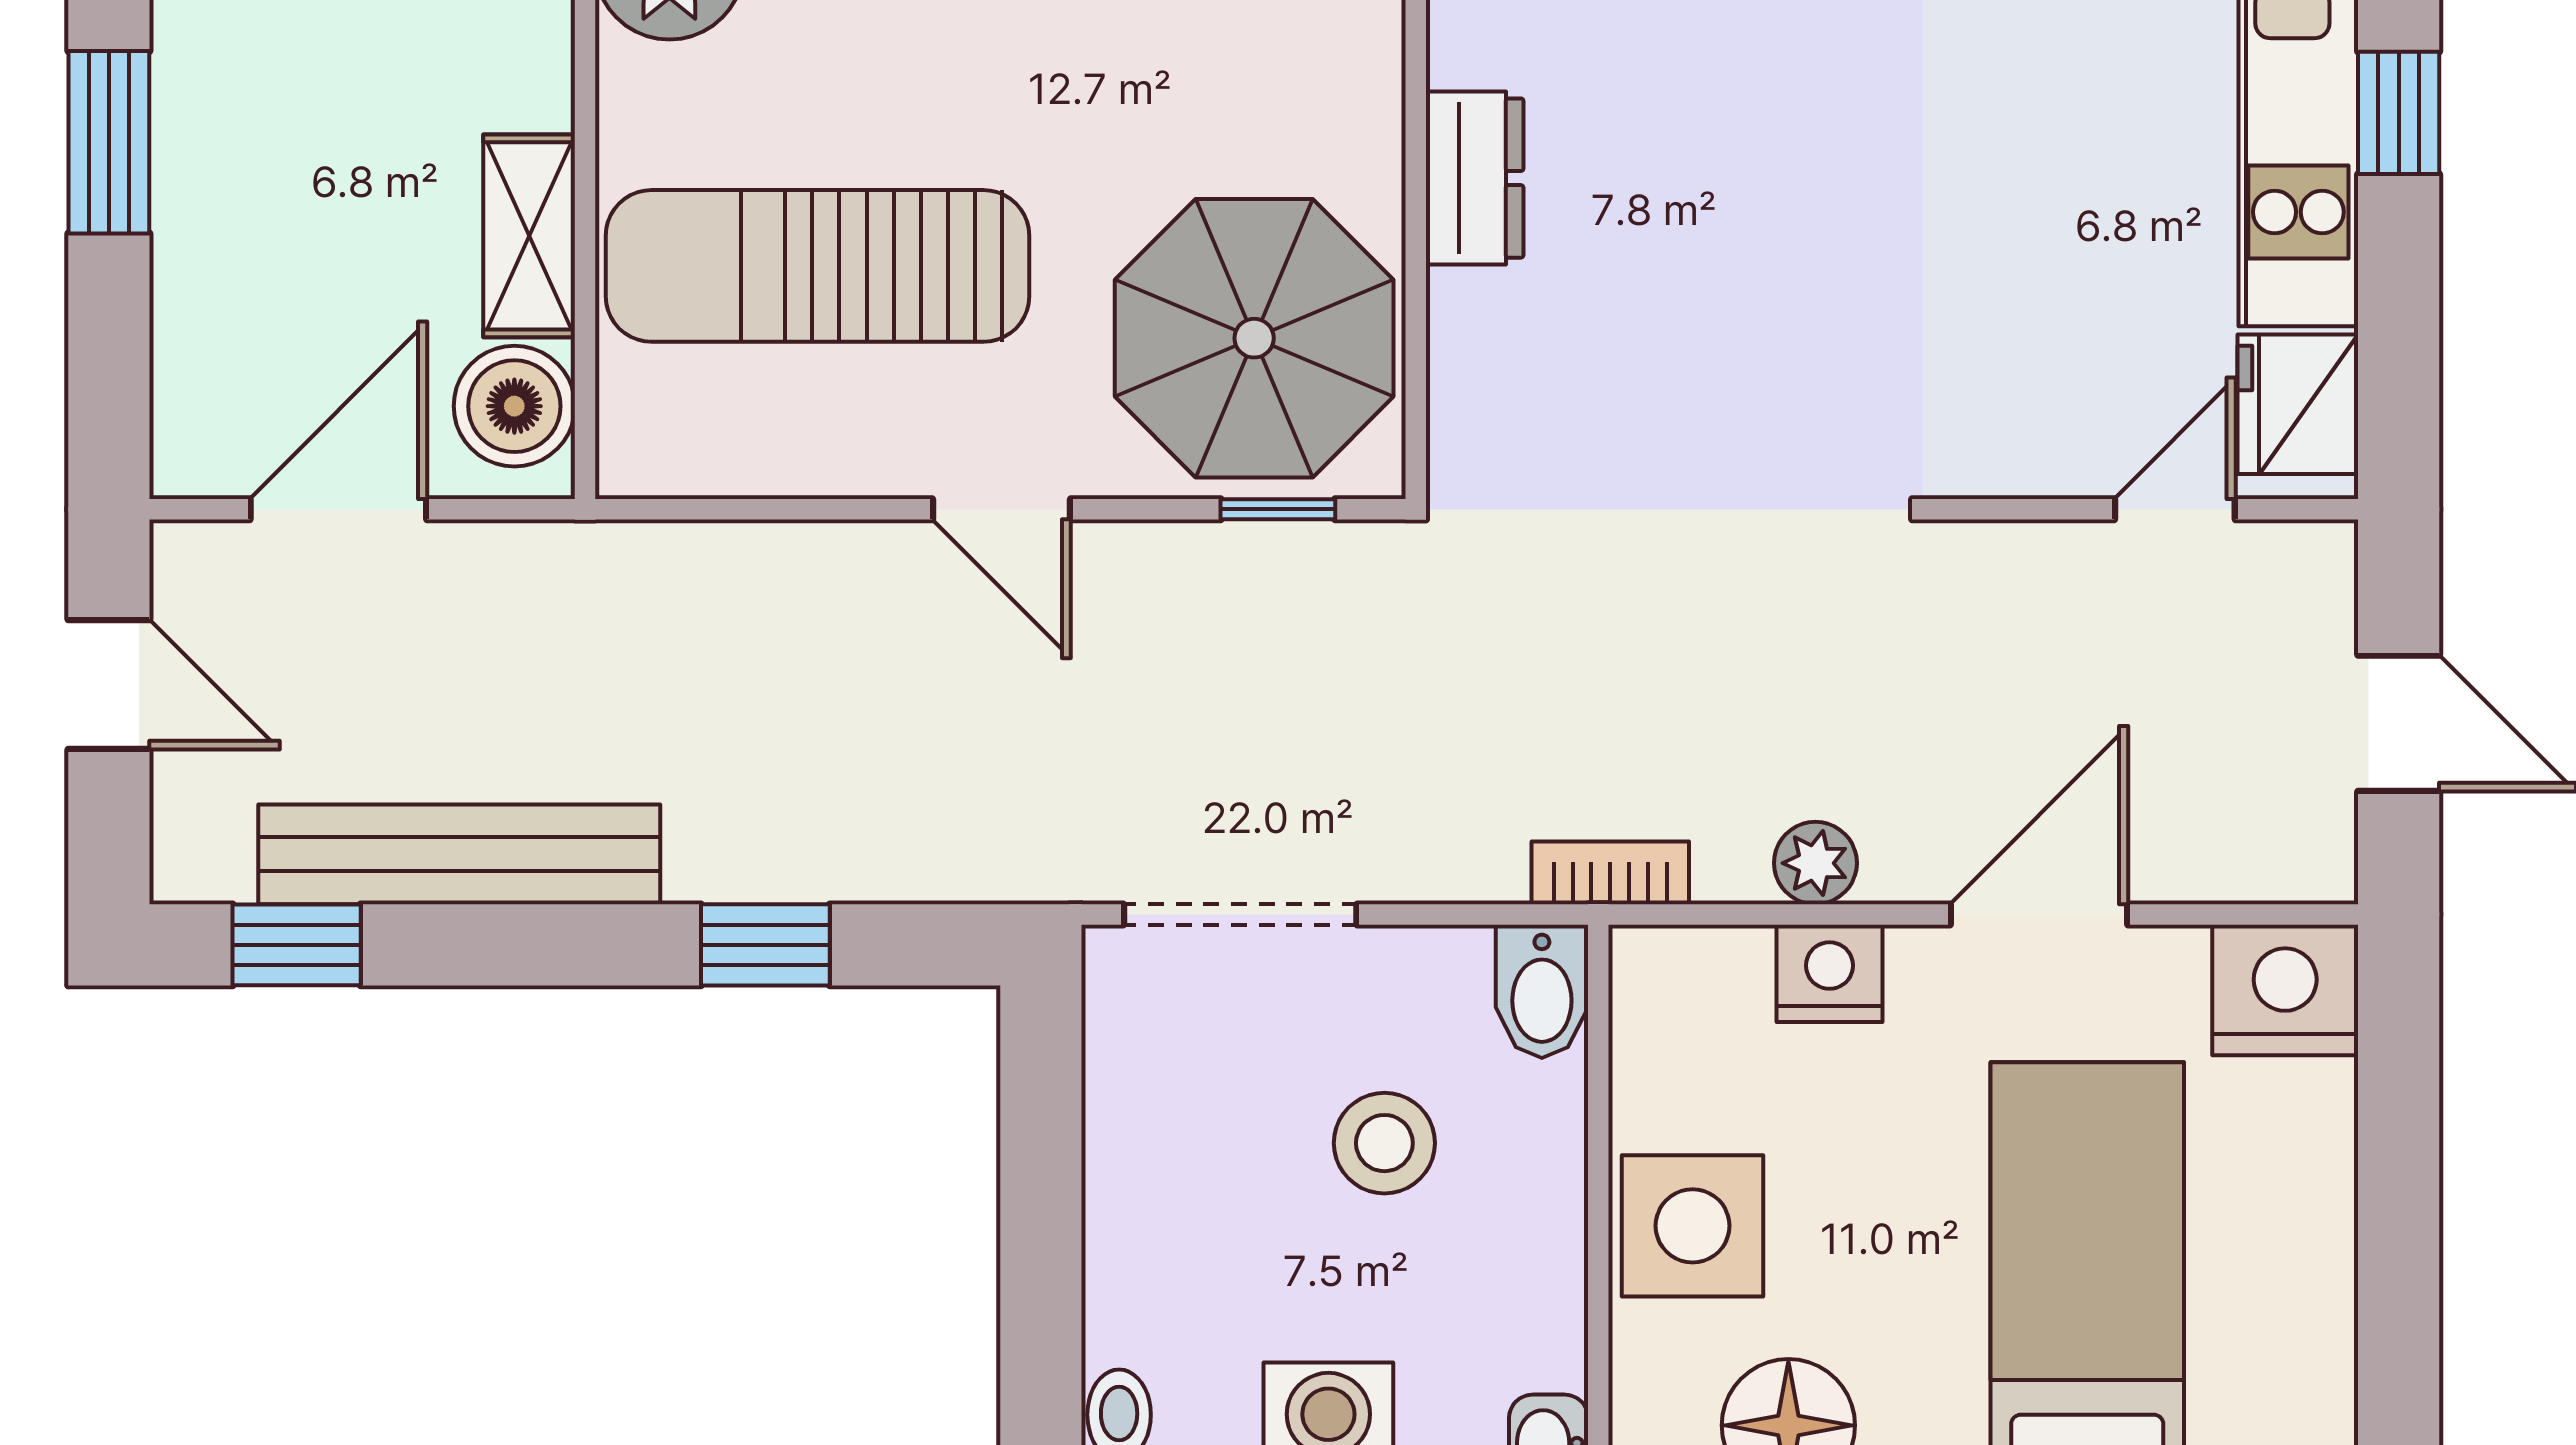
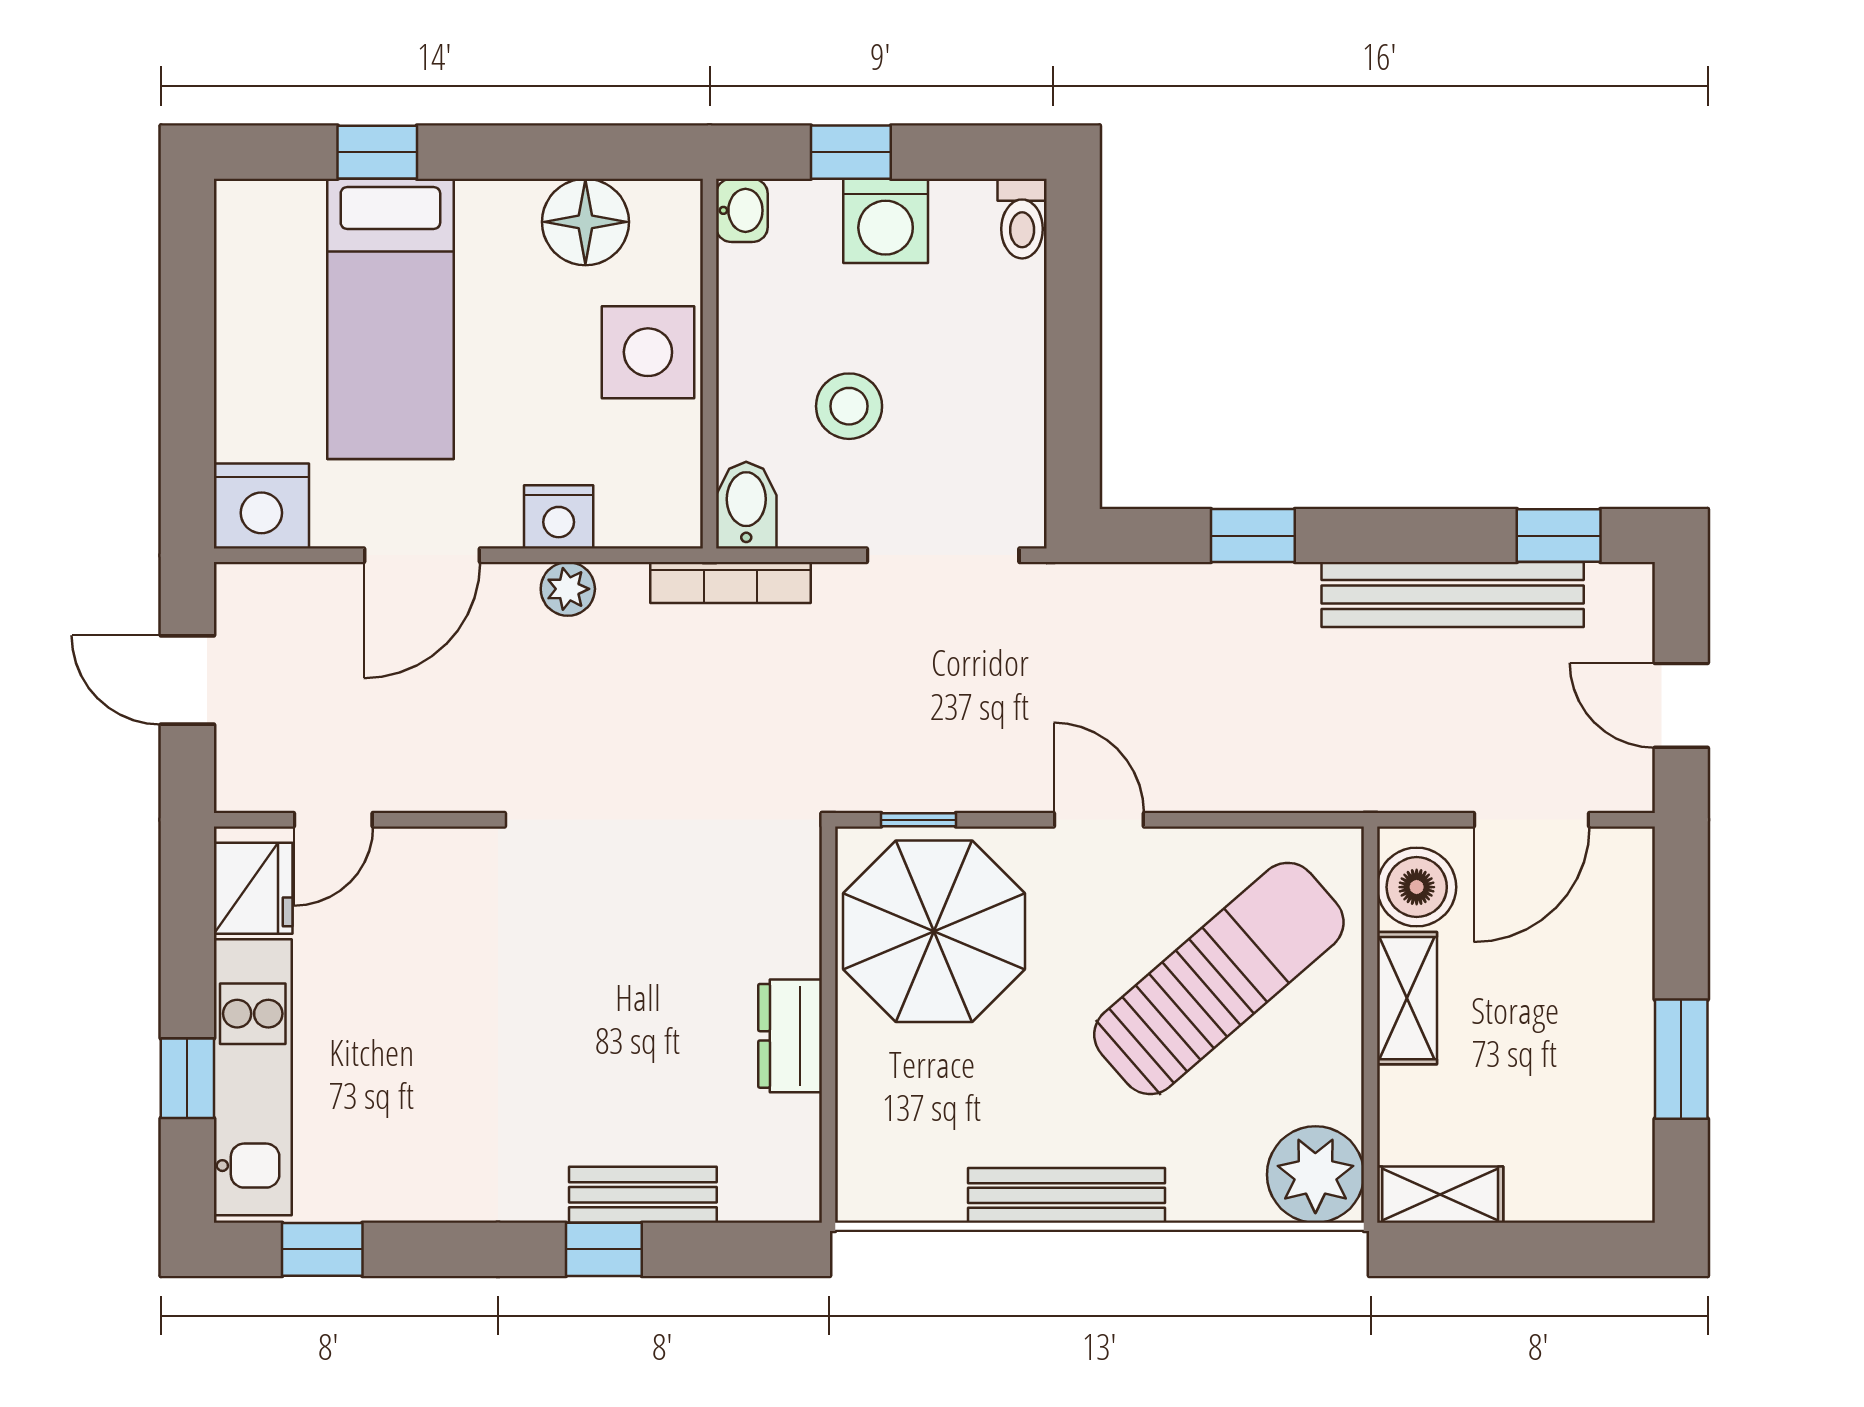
sun lounger: (817, 266) -> (1219, 978), turned -41
bookcase: (1610, 873) -> (730, 582), width x1.56

